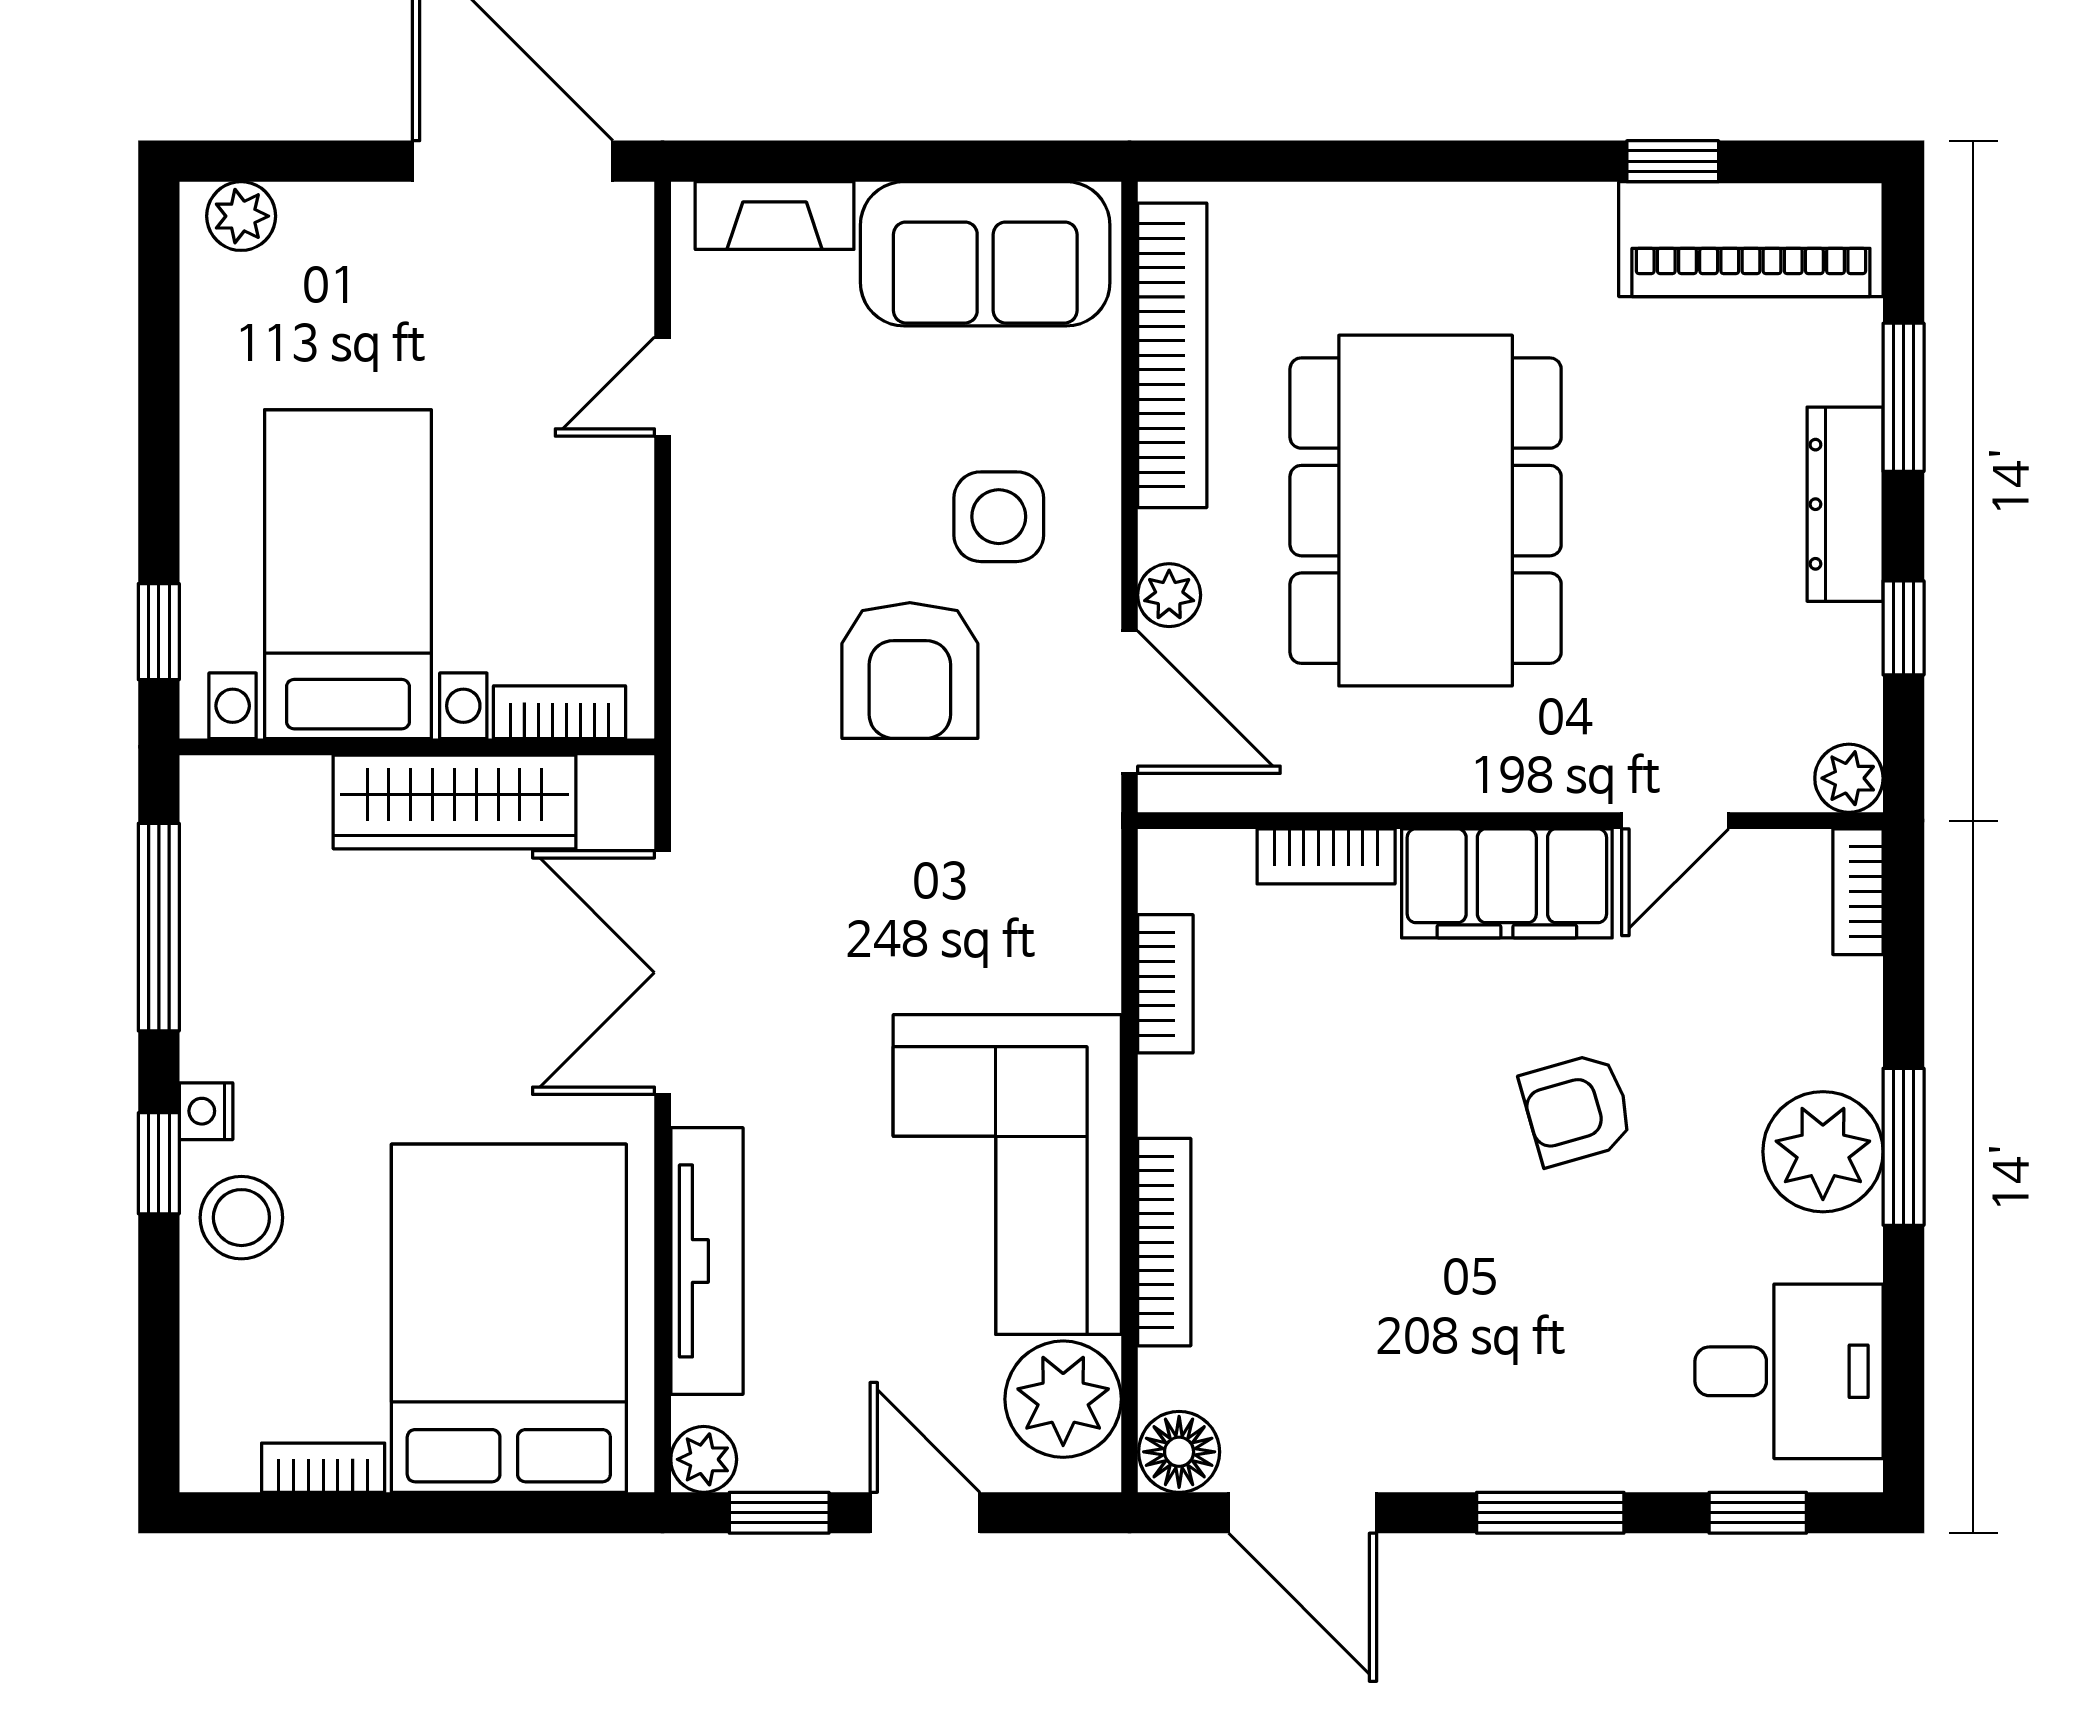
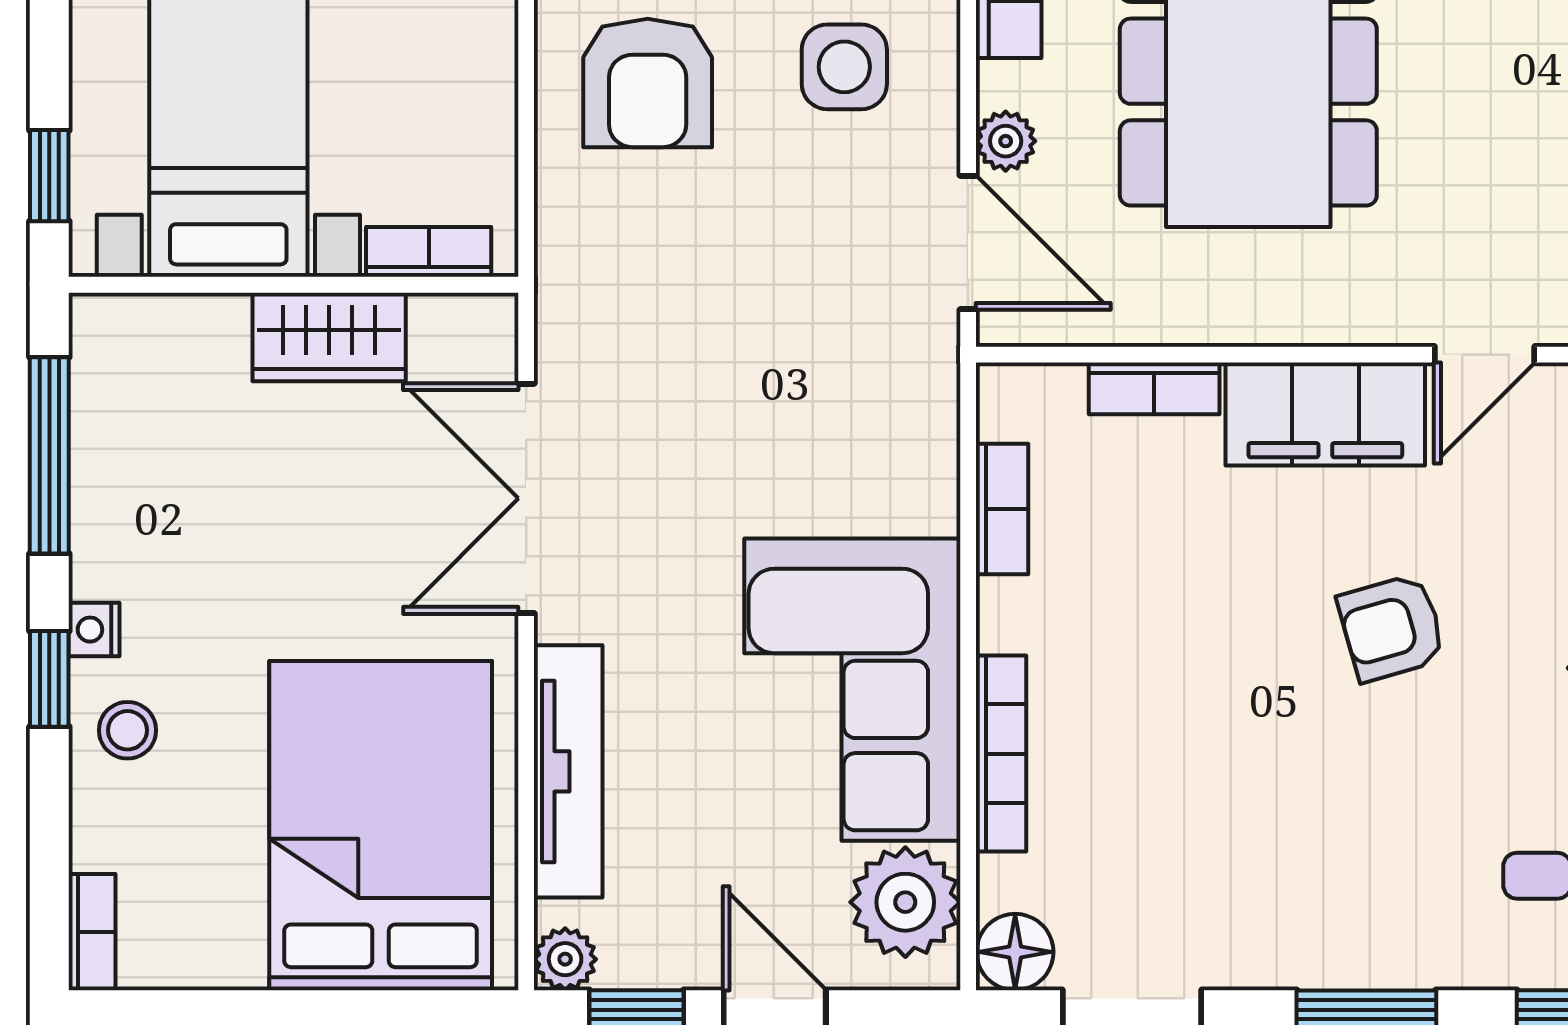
armchair: (910, 670) -> (648, 83), moved
wardrobe: (454, 802) -> (329, 337), width x0.67
stool: (241, 1218) -> (128, 730), width x0.73, depth x0.73
bookcase: (323, 1468) -> (92, 932), moved, turned 90

